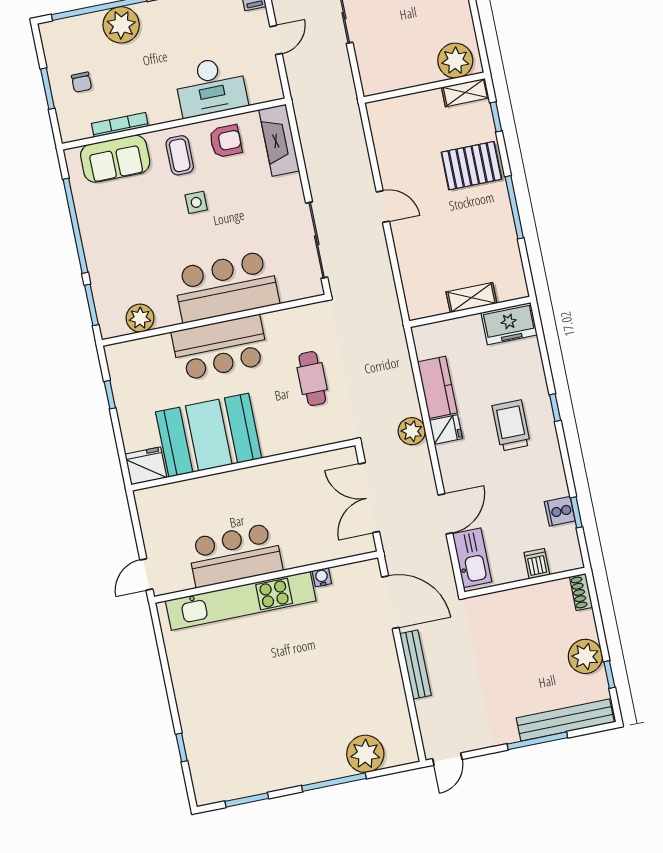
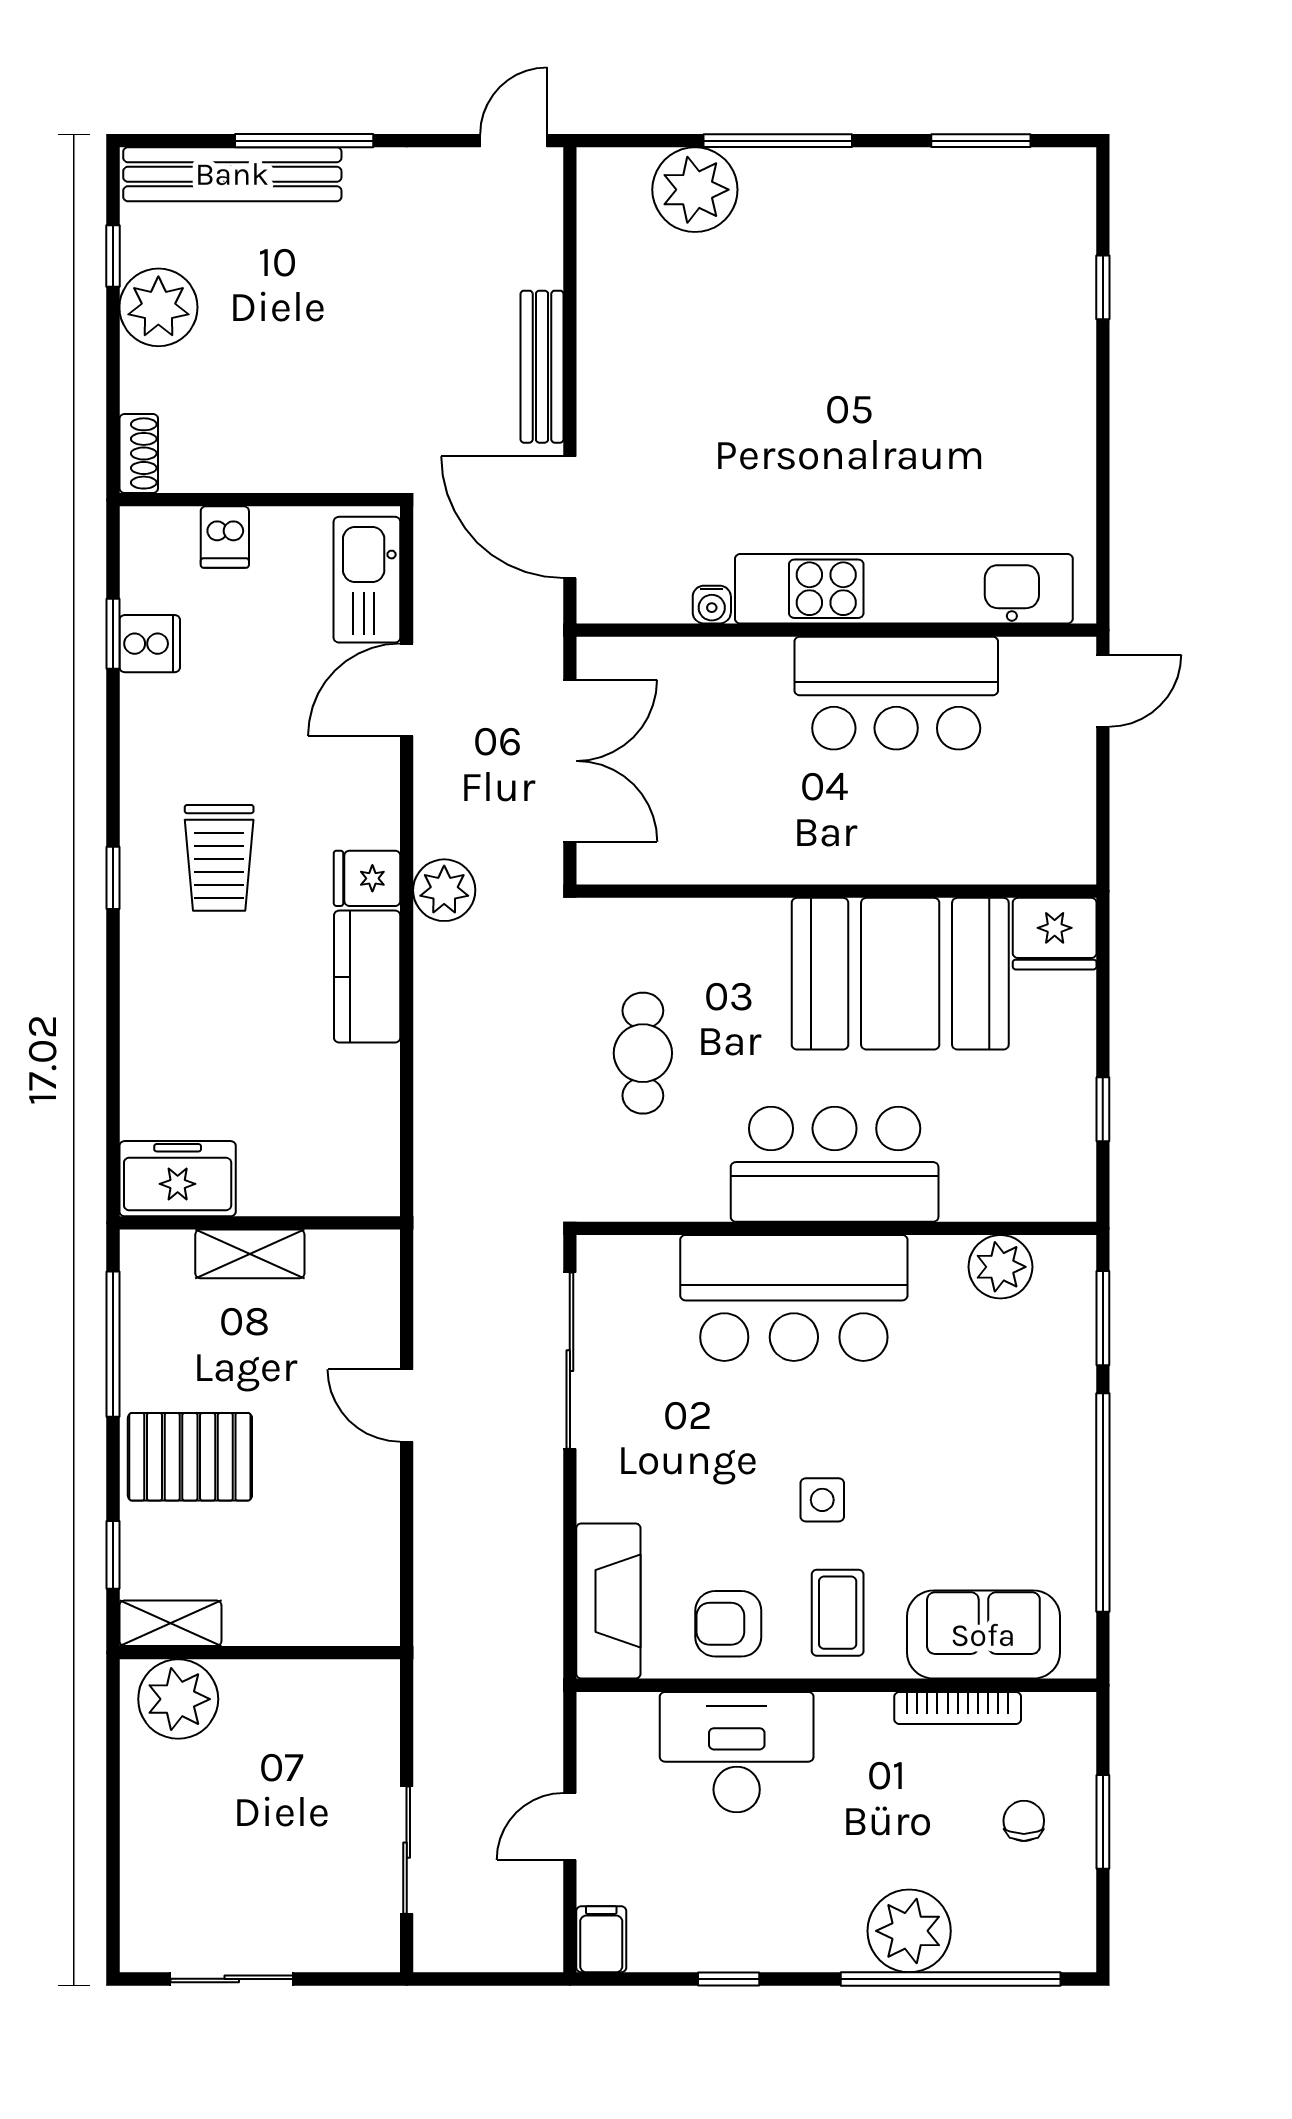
shelving: (471, 298) -> (250, 1254), moved
wall: (470, 312) -> (260, 1223), moved
freezer: (509, 324) -> (178, 1179), moved

